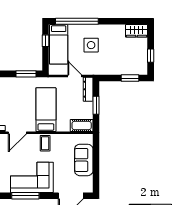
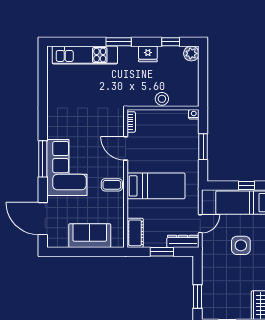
window: (26, 74) -> (203, 147), moved

